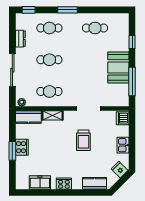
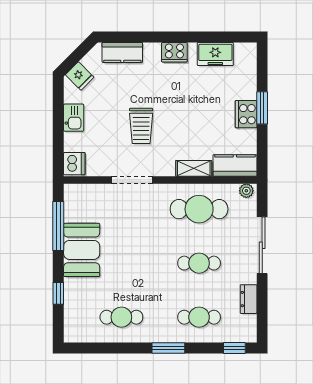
cafe table: (49, 91) -> (199, 209), width x1.37, depth x1.35
trolley: (83, 140) -> (141, 126), turned 180

